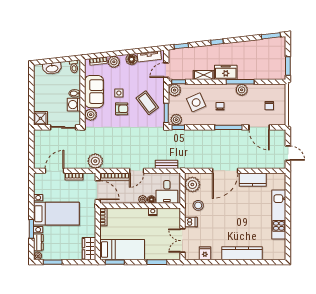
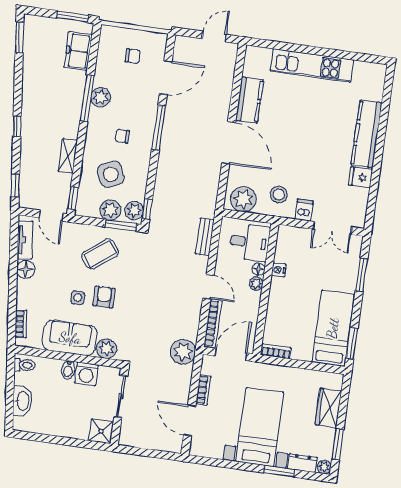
plant: (114, 62) -> (26, 299), removed
freezer: (226, 72) -> (78, 51), moved
plant: (175, 90) -> (110, 210), moved
wardrobe: (89, 249) -> (328, 408), moved, turned 90
fridge: (205, 253) -> (360, 177), moved

